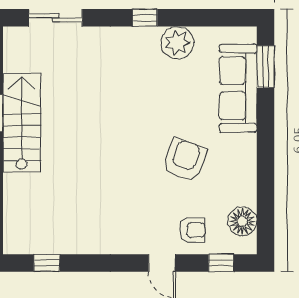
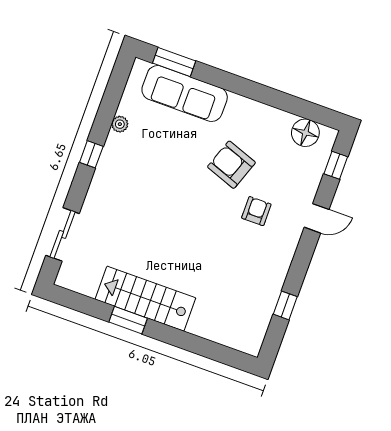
plant: (177, 43) -> (120, 124), width x0.53, depth x0.53
armchair: (192, 230) -> (256, 211), moved
window: (47, 263) -> (285, 305), moved

